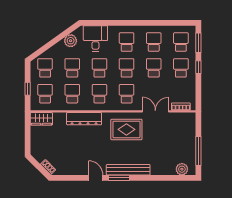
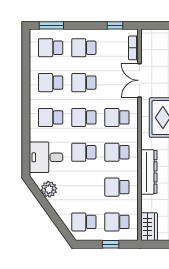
window: (198, 67) -> (115, 25), moved
school desk: (72, 68) -> (84, 187), removed

